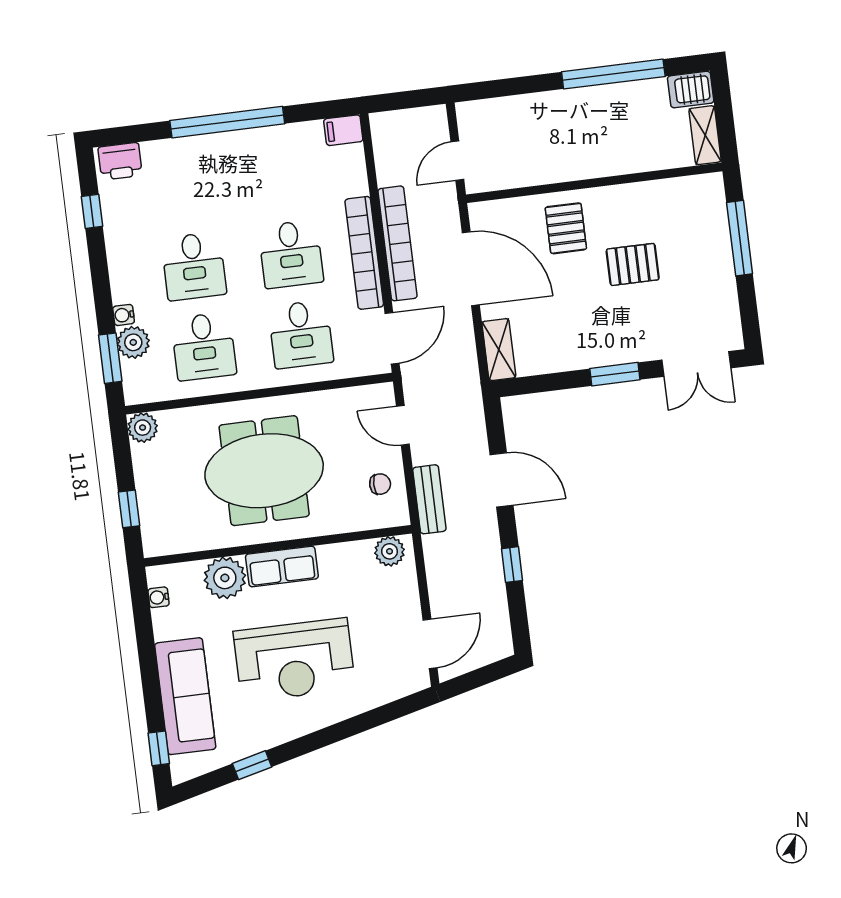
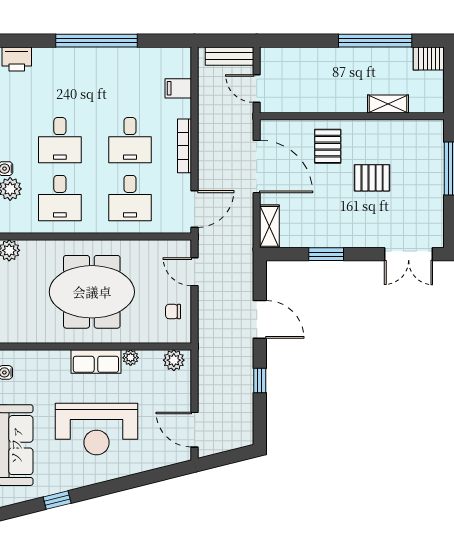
filing cabinet: (343, 130) -> (178, 88), moved
shelving: (705, 135) -> (388, 104), moved, turned 90
door: (457, 161) -> (257, 88), hinge flipped
bookcase: (398, 243) -> (207, 142), removed
bookcase: (364, 253) -> (184, 146), width x0.68, depth x0.76
window: (615, 374) -> (326, 254), moved
chair: (380, 484) -> (173, 312), turned 180
bench: (429, 499) -> (229, 56), moved, turned 90
plant: (225, 578) -> (131, 358), moved, width x0.53, depth x0.53
door: (430, 644) -> (194, 430), swing flipped

